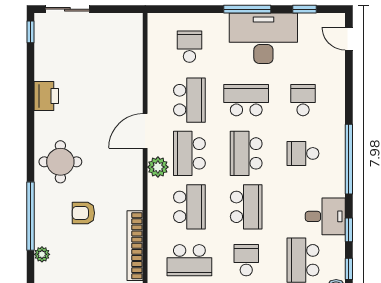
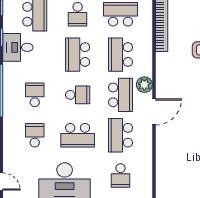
school desk: (303, 100) -> (35, 135), turned 180
school desk: (246, 153) -> (78, 95), width x0.54
school desk: (303, 153) -> (35, 95), turned -90

